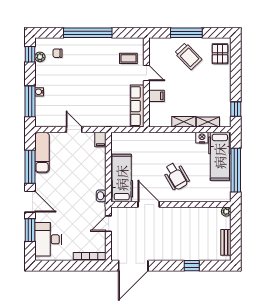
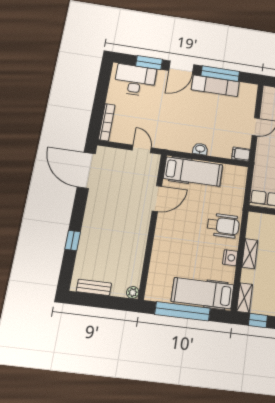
shelving: (208, 122) -> (244, 298), moved
nightstand: (202, 138) -> (230, 258), moved
exam couch: (42, 153) -> (215, 86), moved
wheelchair: (176, 176) -> (223, 226), moved, turned -150
washbasin: (101, 196) -> (200, 149), moved

